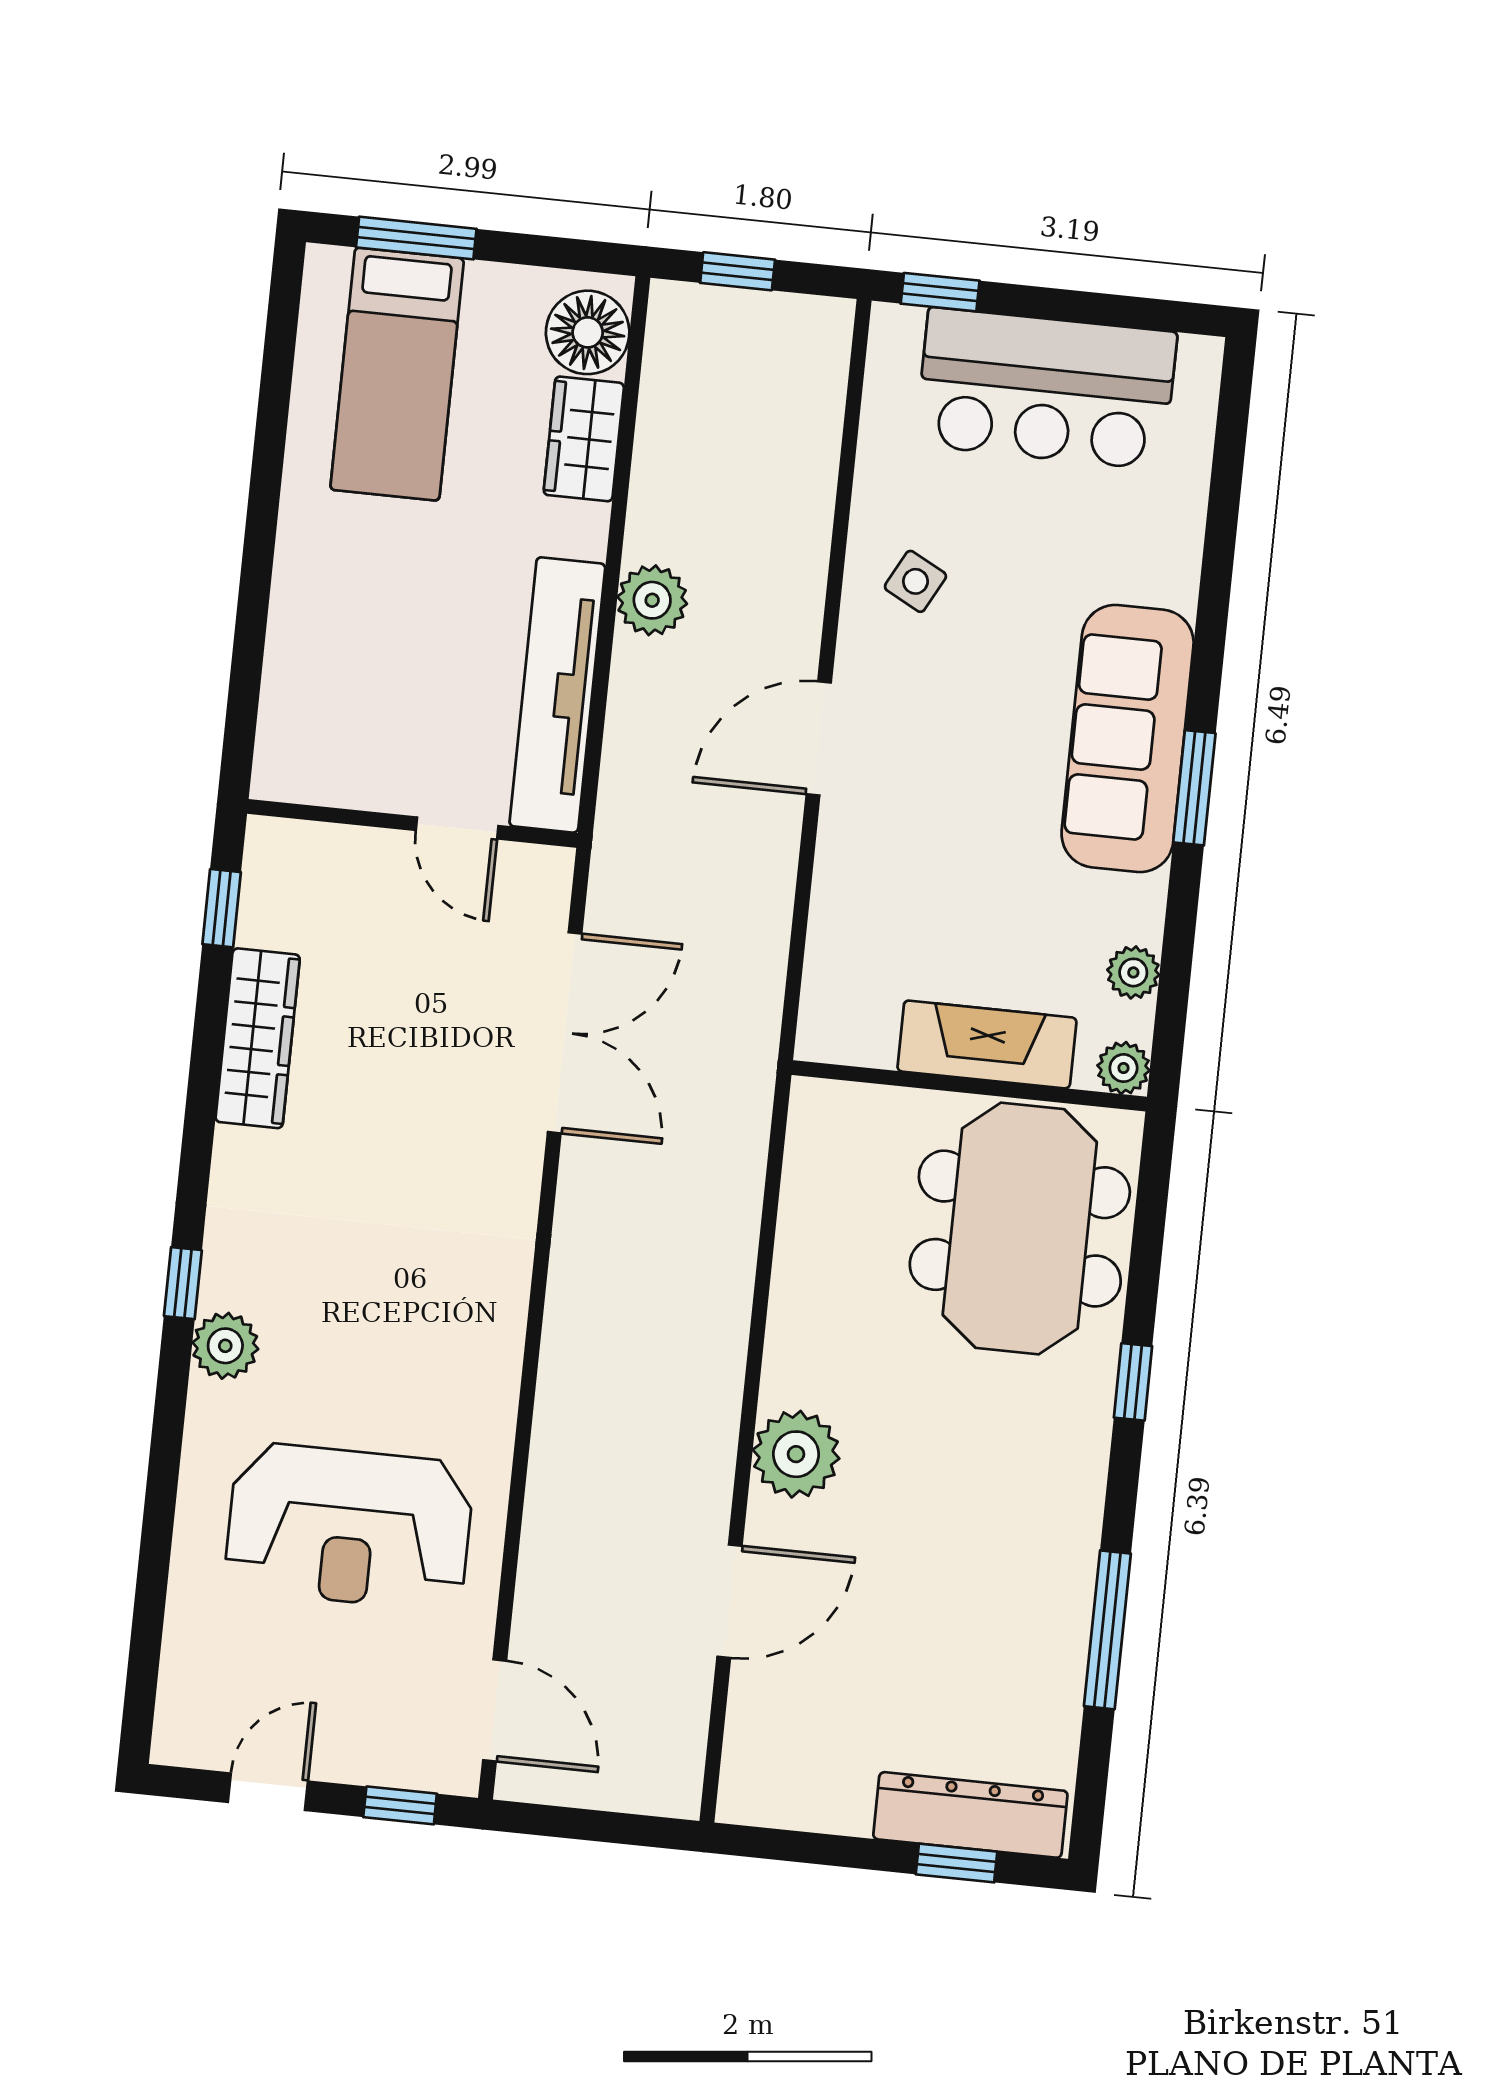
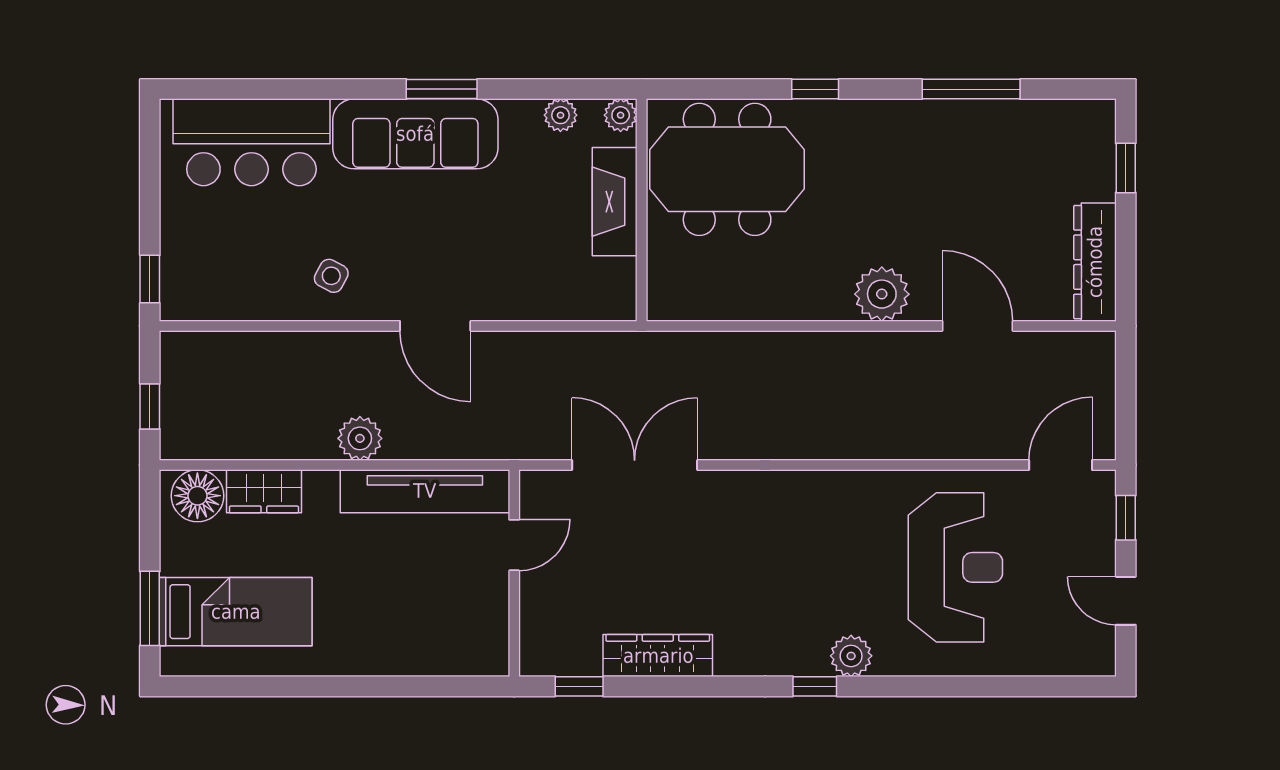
bar counter: (1046, 389) -> (251, 142), moved, turned 90
dresser: (970, 1815) -> (1095, 262), moved

